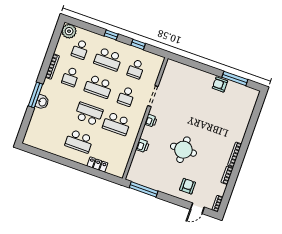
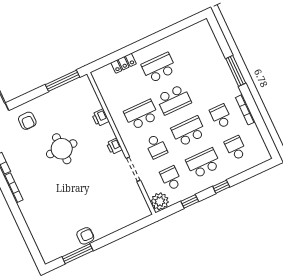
plant: (69, 31) -> (160, 201), moved
school desk: (126, 96) -> (156, 146), turned 180
washbasin: (42, 102) -> (224, 71), removed

